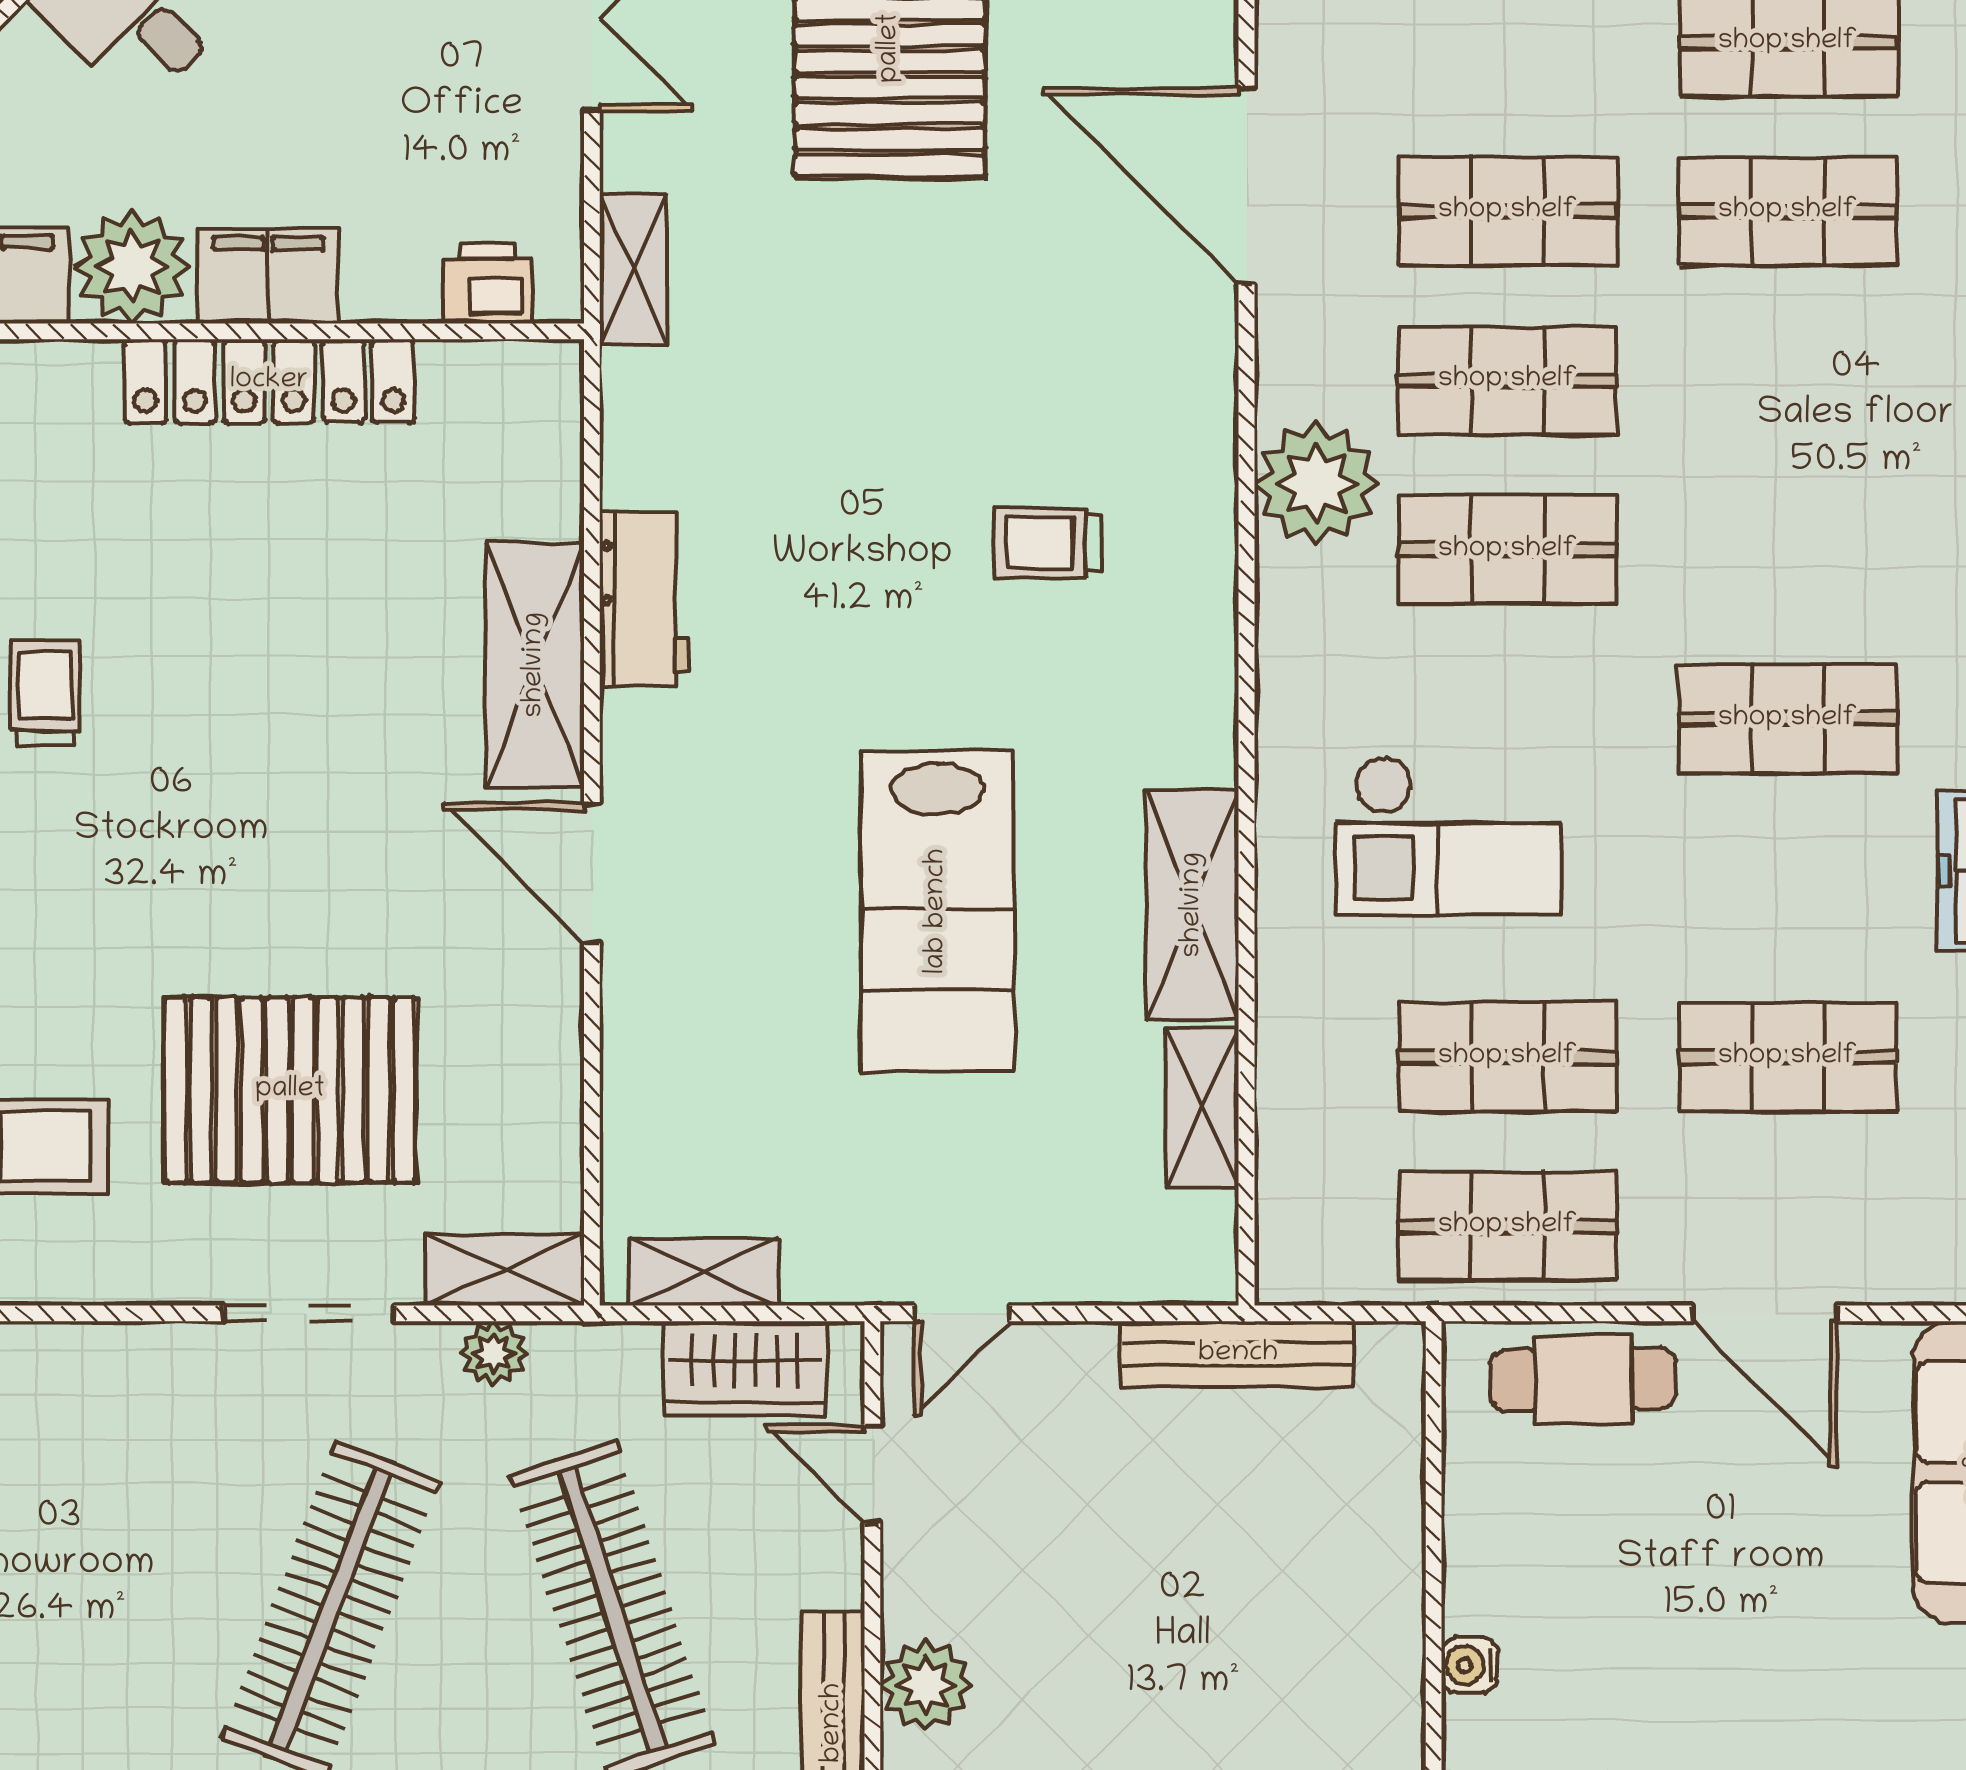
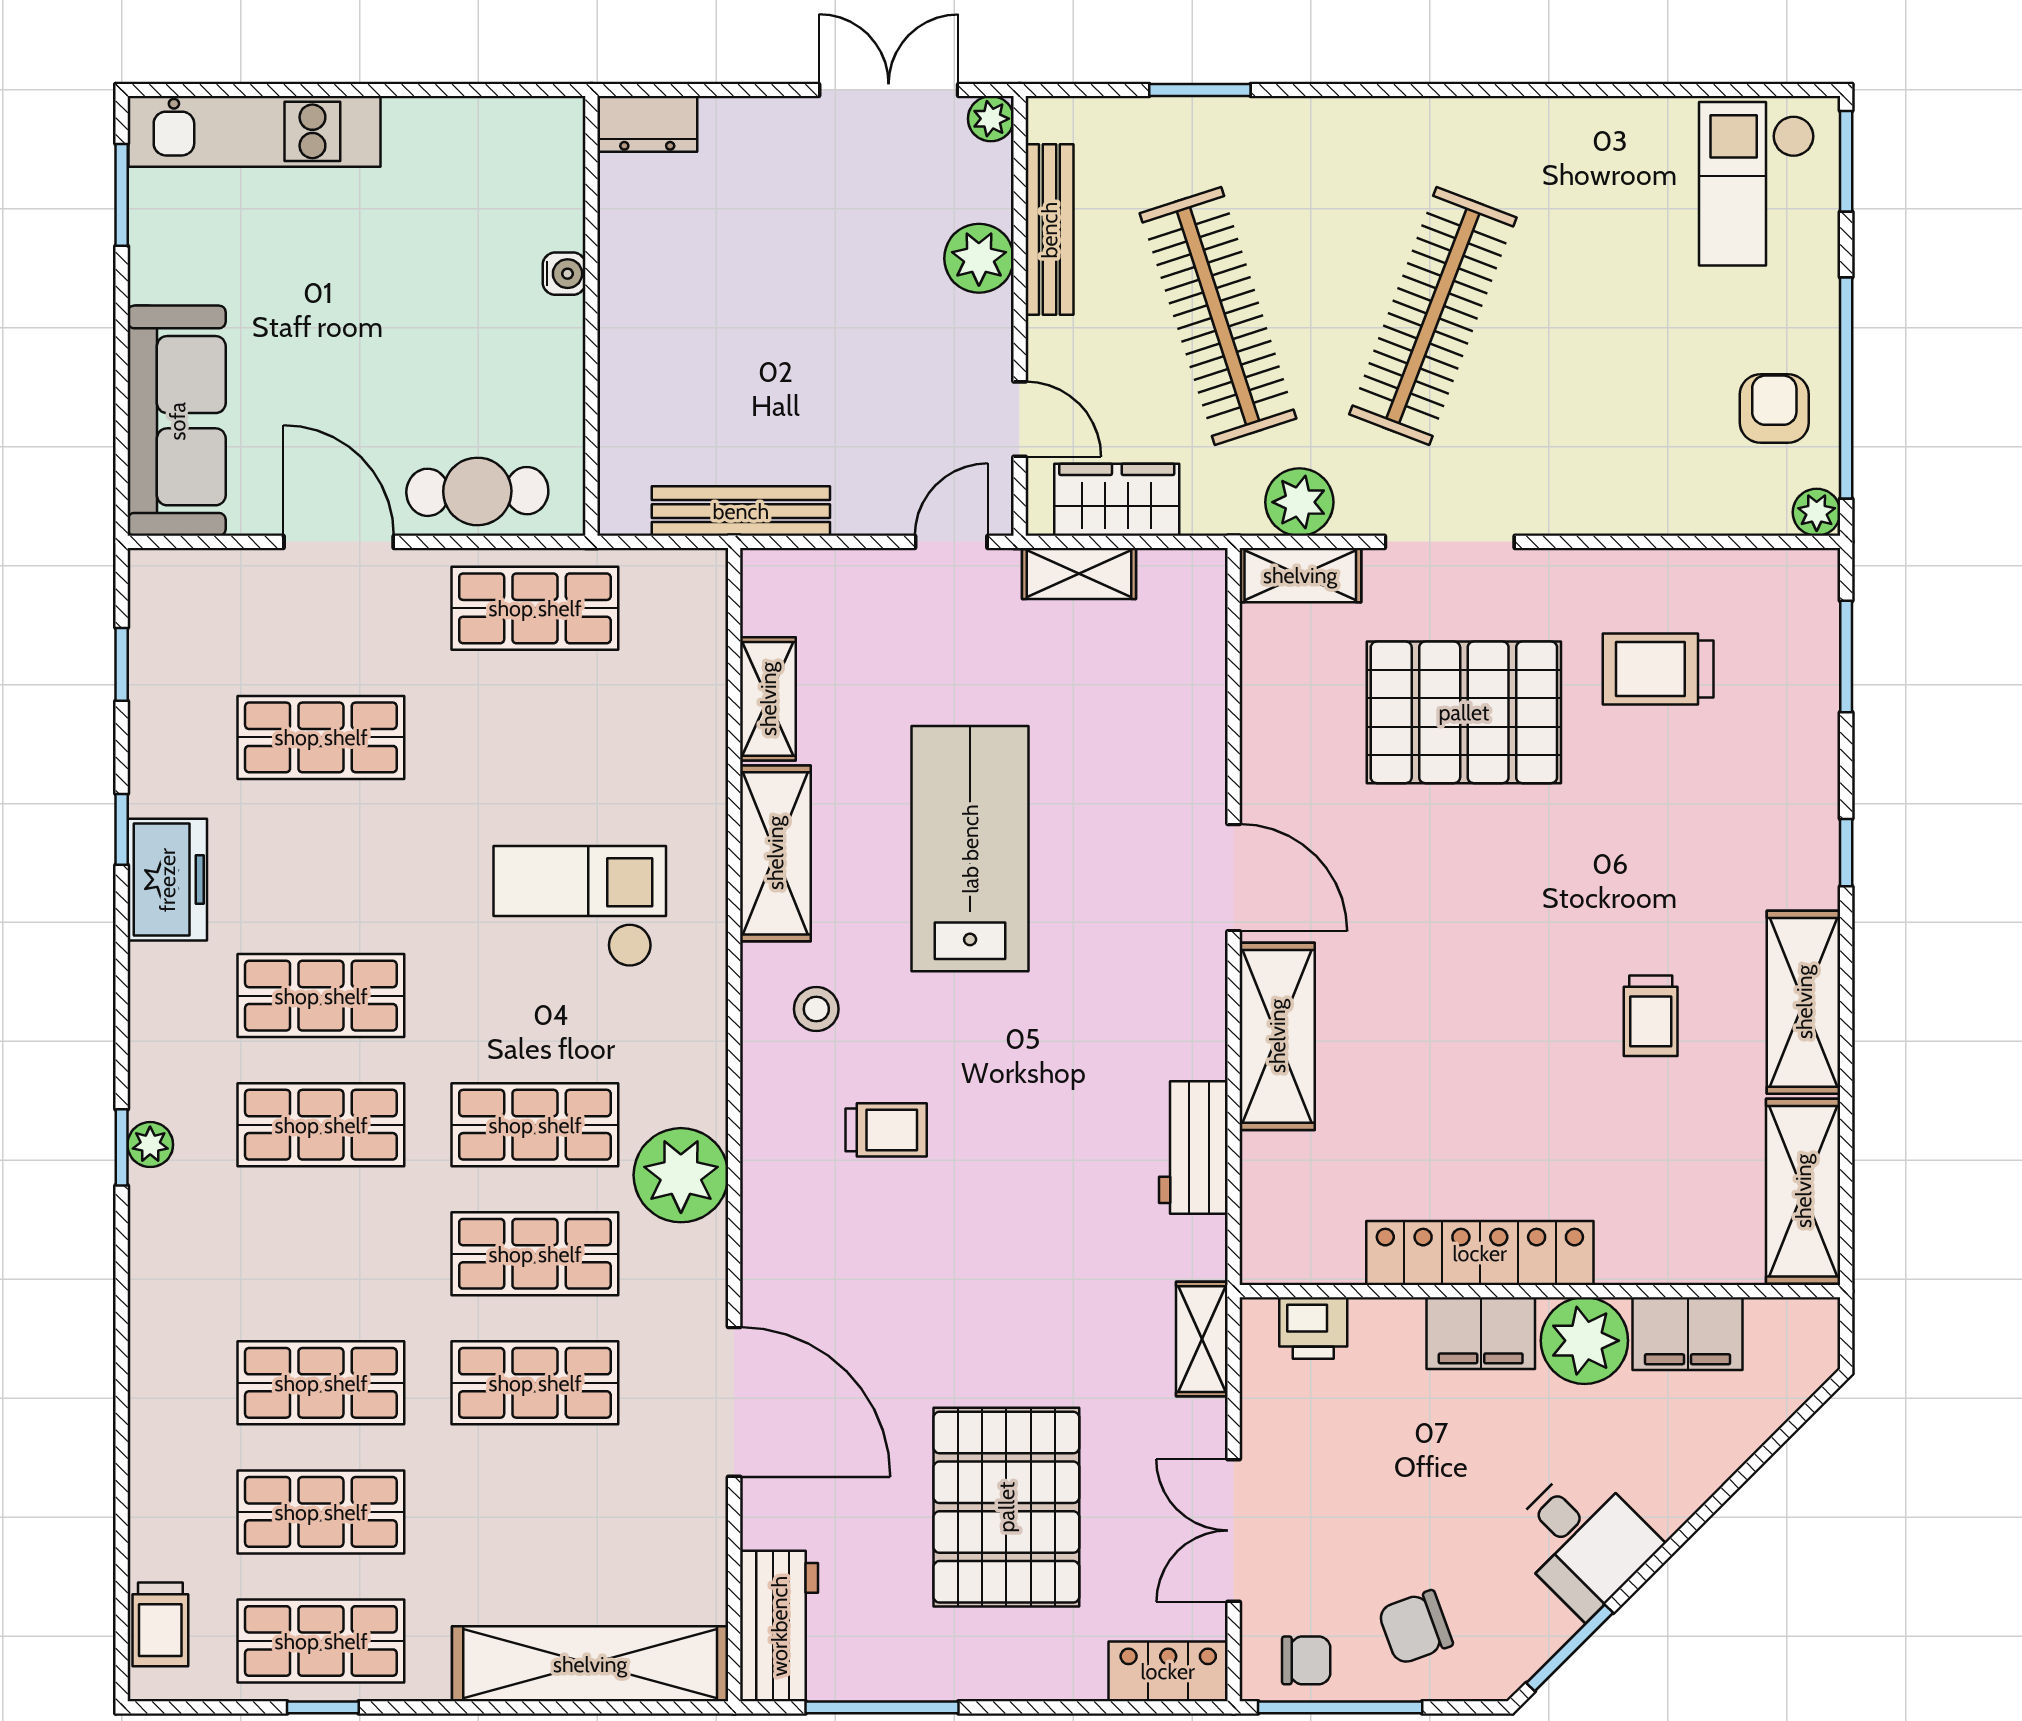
workbench: (645, 599) -> (1193, 1147), moved
stool: (1139, 701) -> (816, 1009), added
shop shelf: (1508, 1057) -> (321, 1125), moved
shelving: (704, 1272) -> (1079, 573), moved
plant: (494, 1353) -> (1299, 502), width x1.38, depth x1.38

